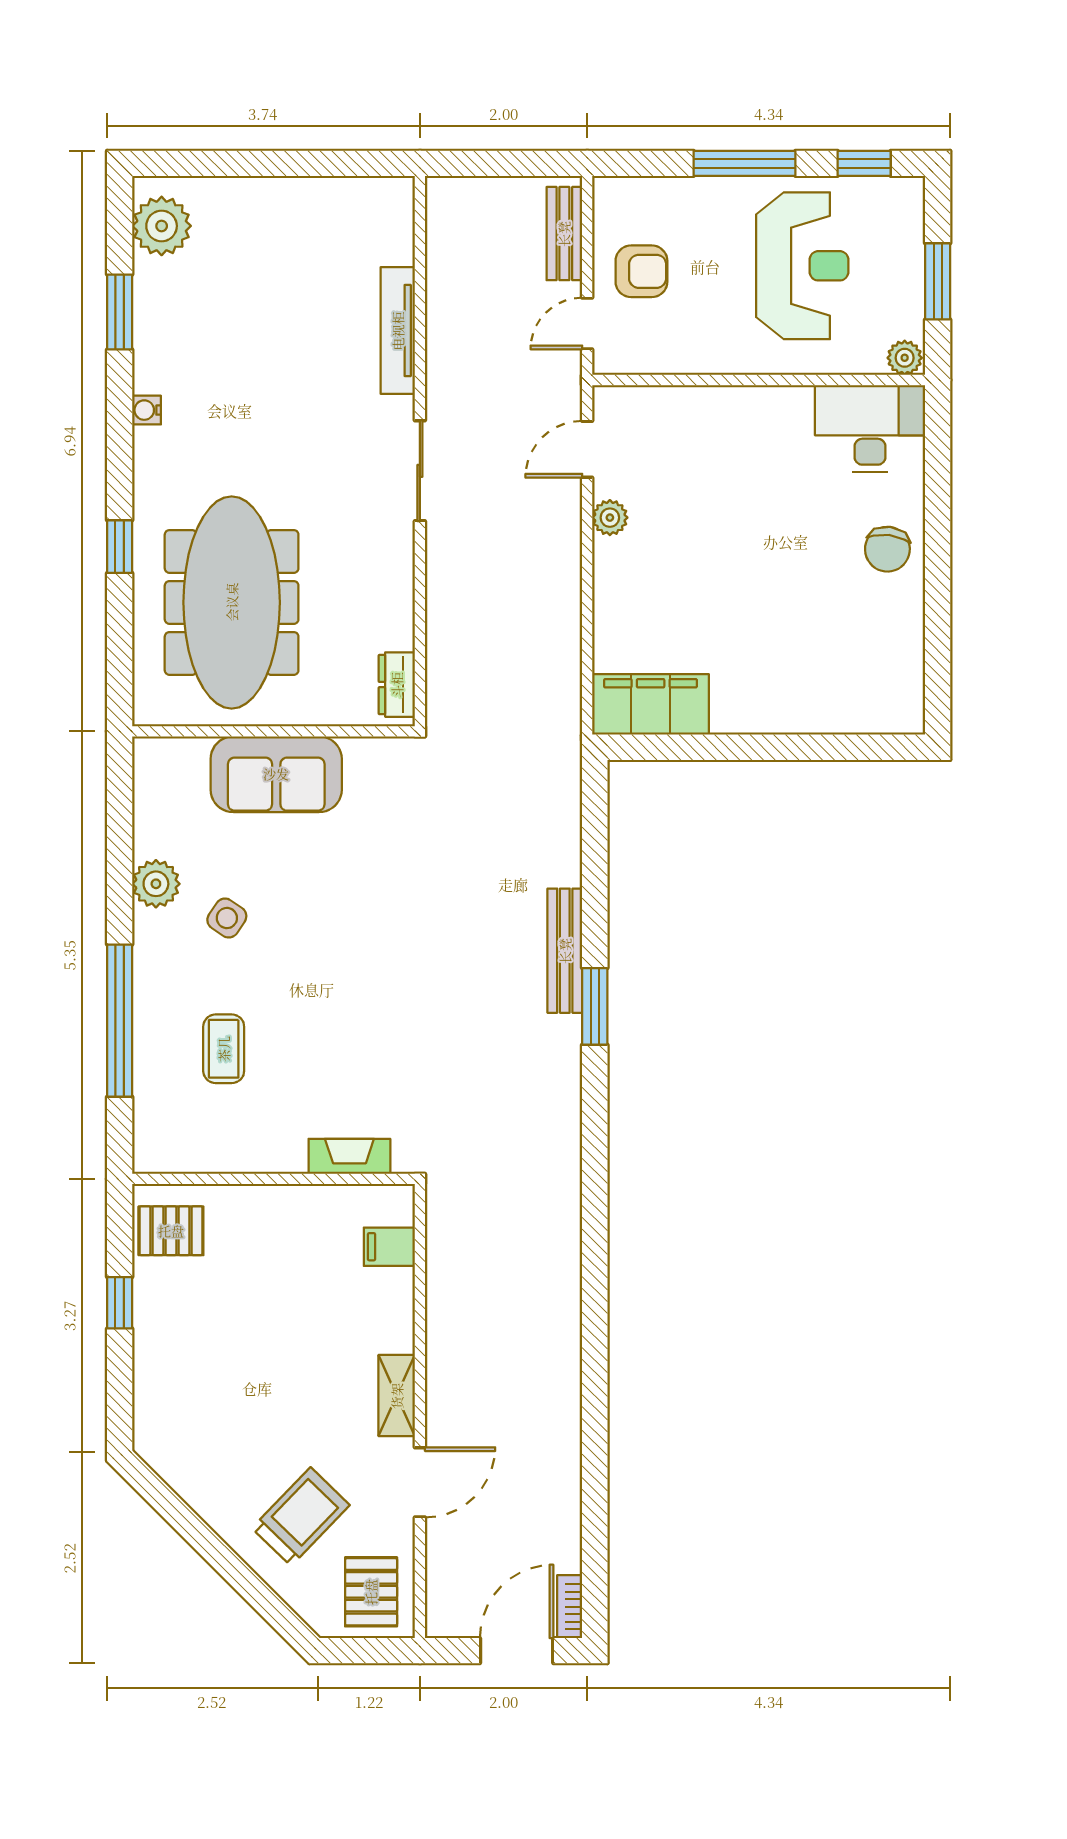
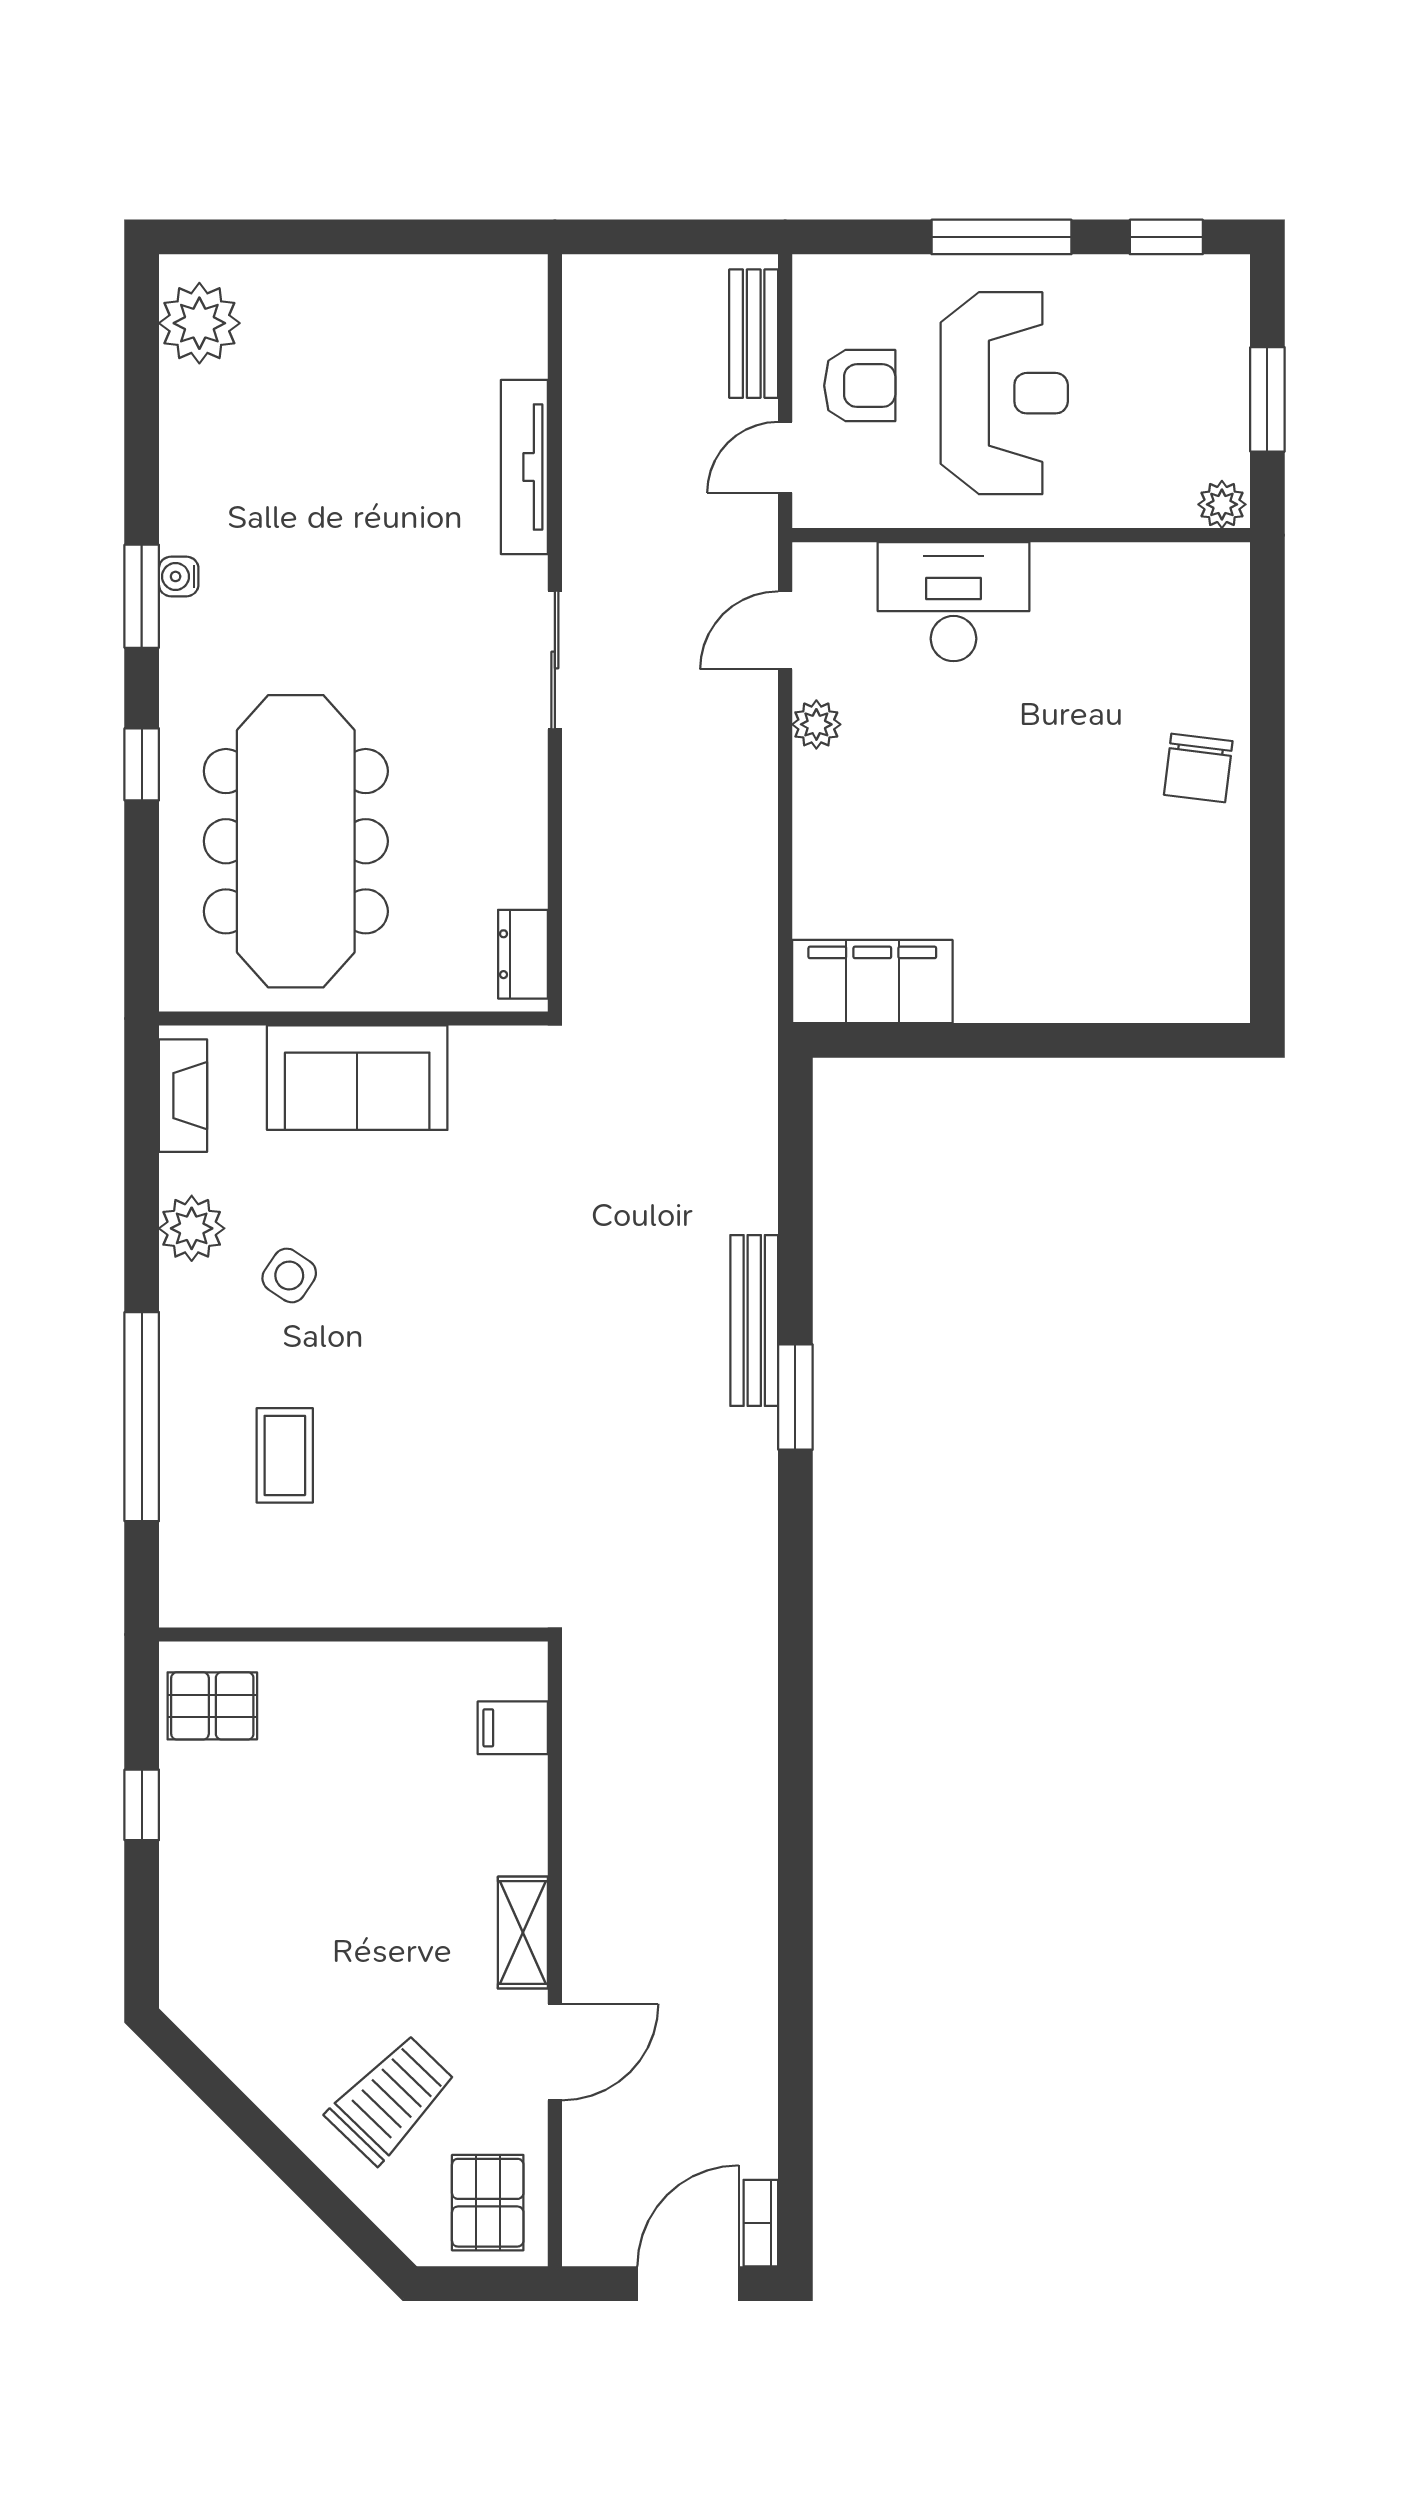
reception desk: (802, 266) -> (1004, 393), moved
window: (120, 312) -> (142, 596), moved
desk: (870, 428) -> (953, 602), moved
fireplace: (349, 1156) -> (183, 1096), moved, turned 90

